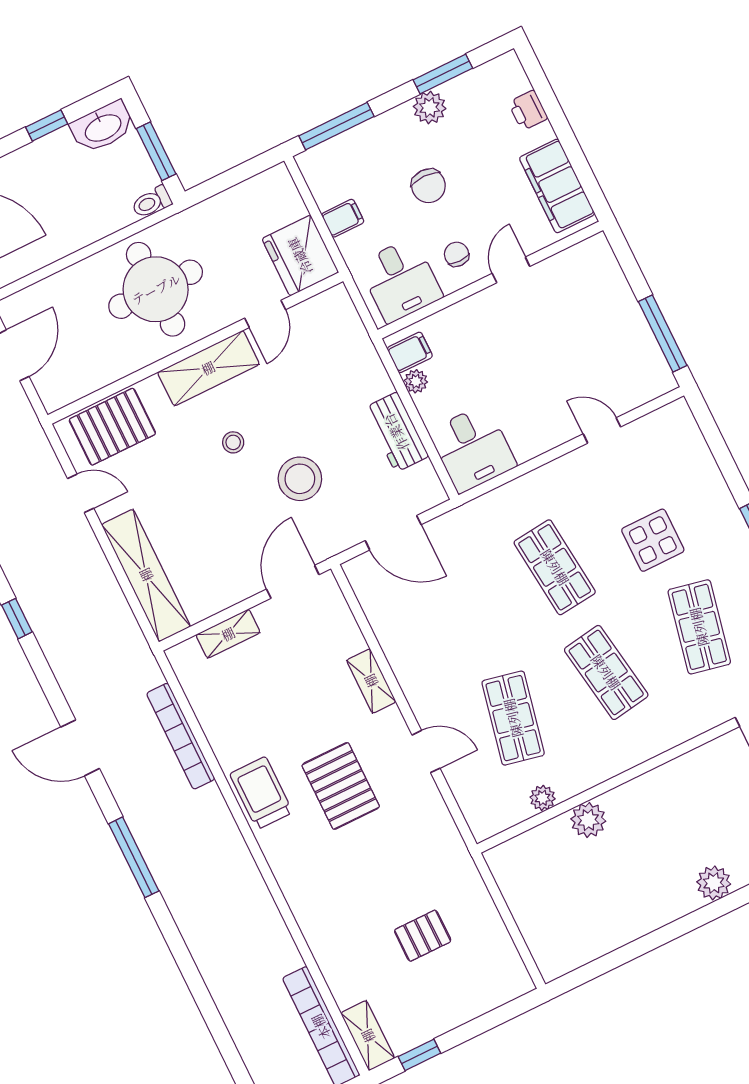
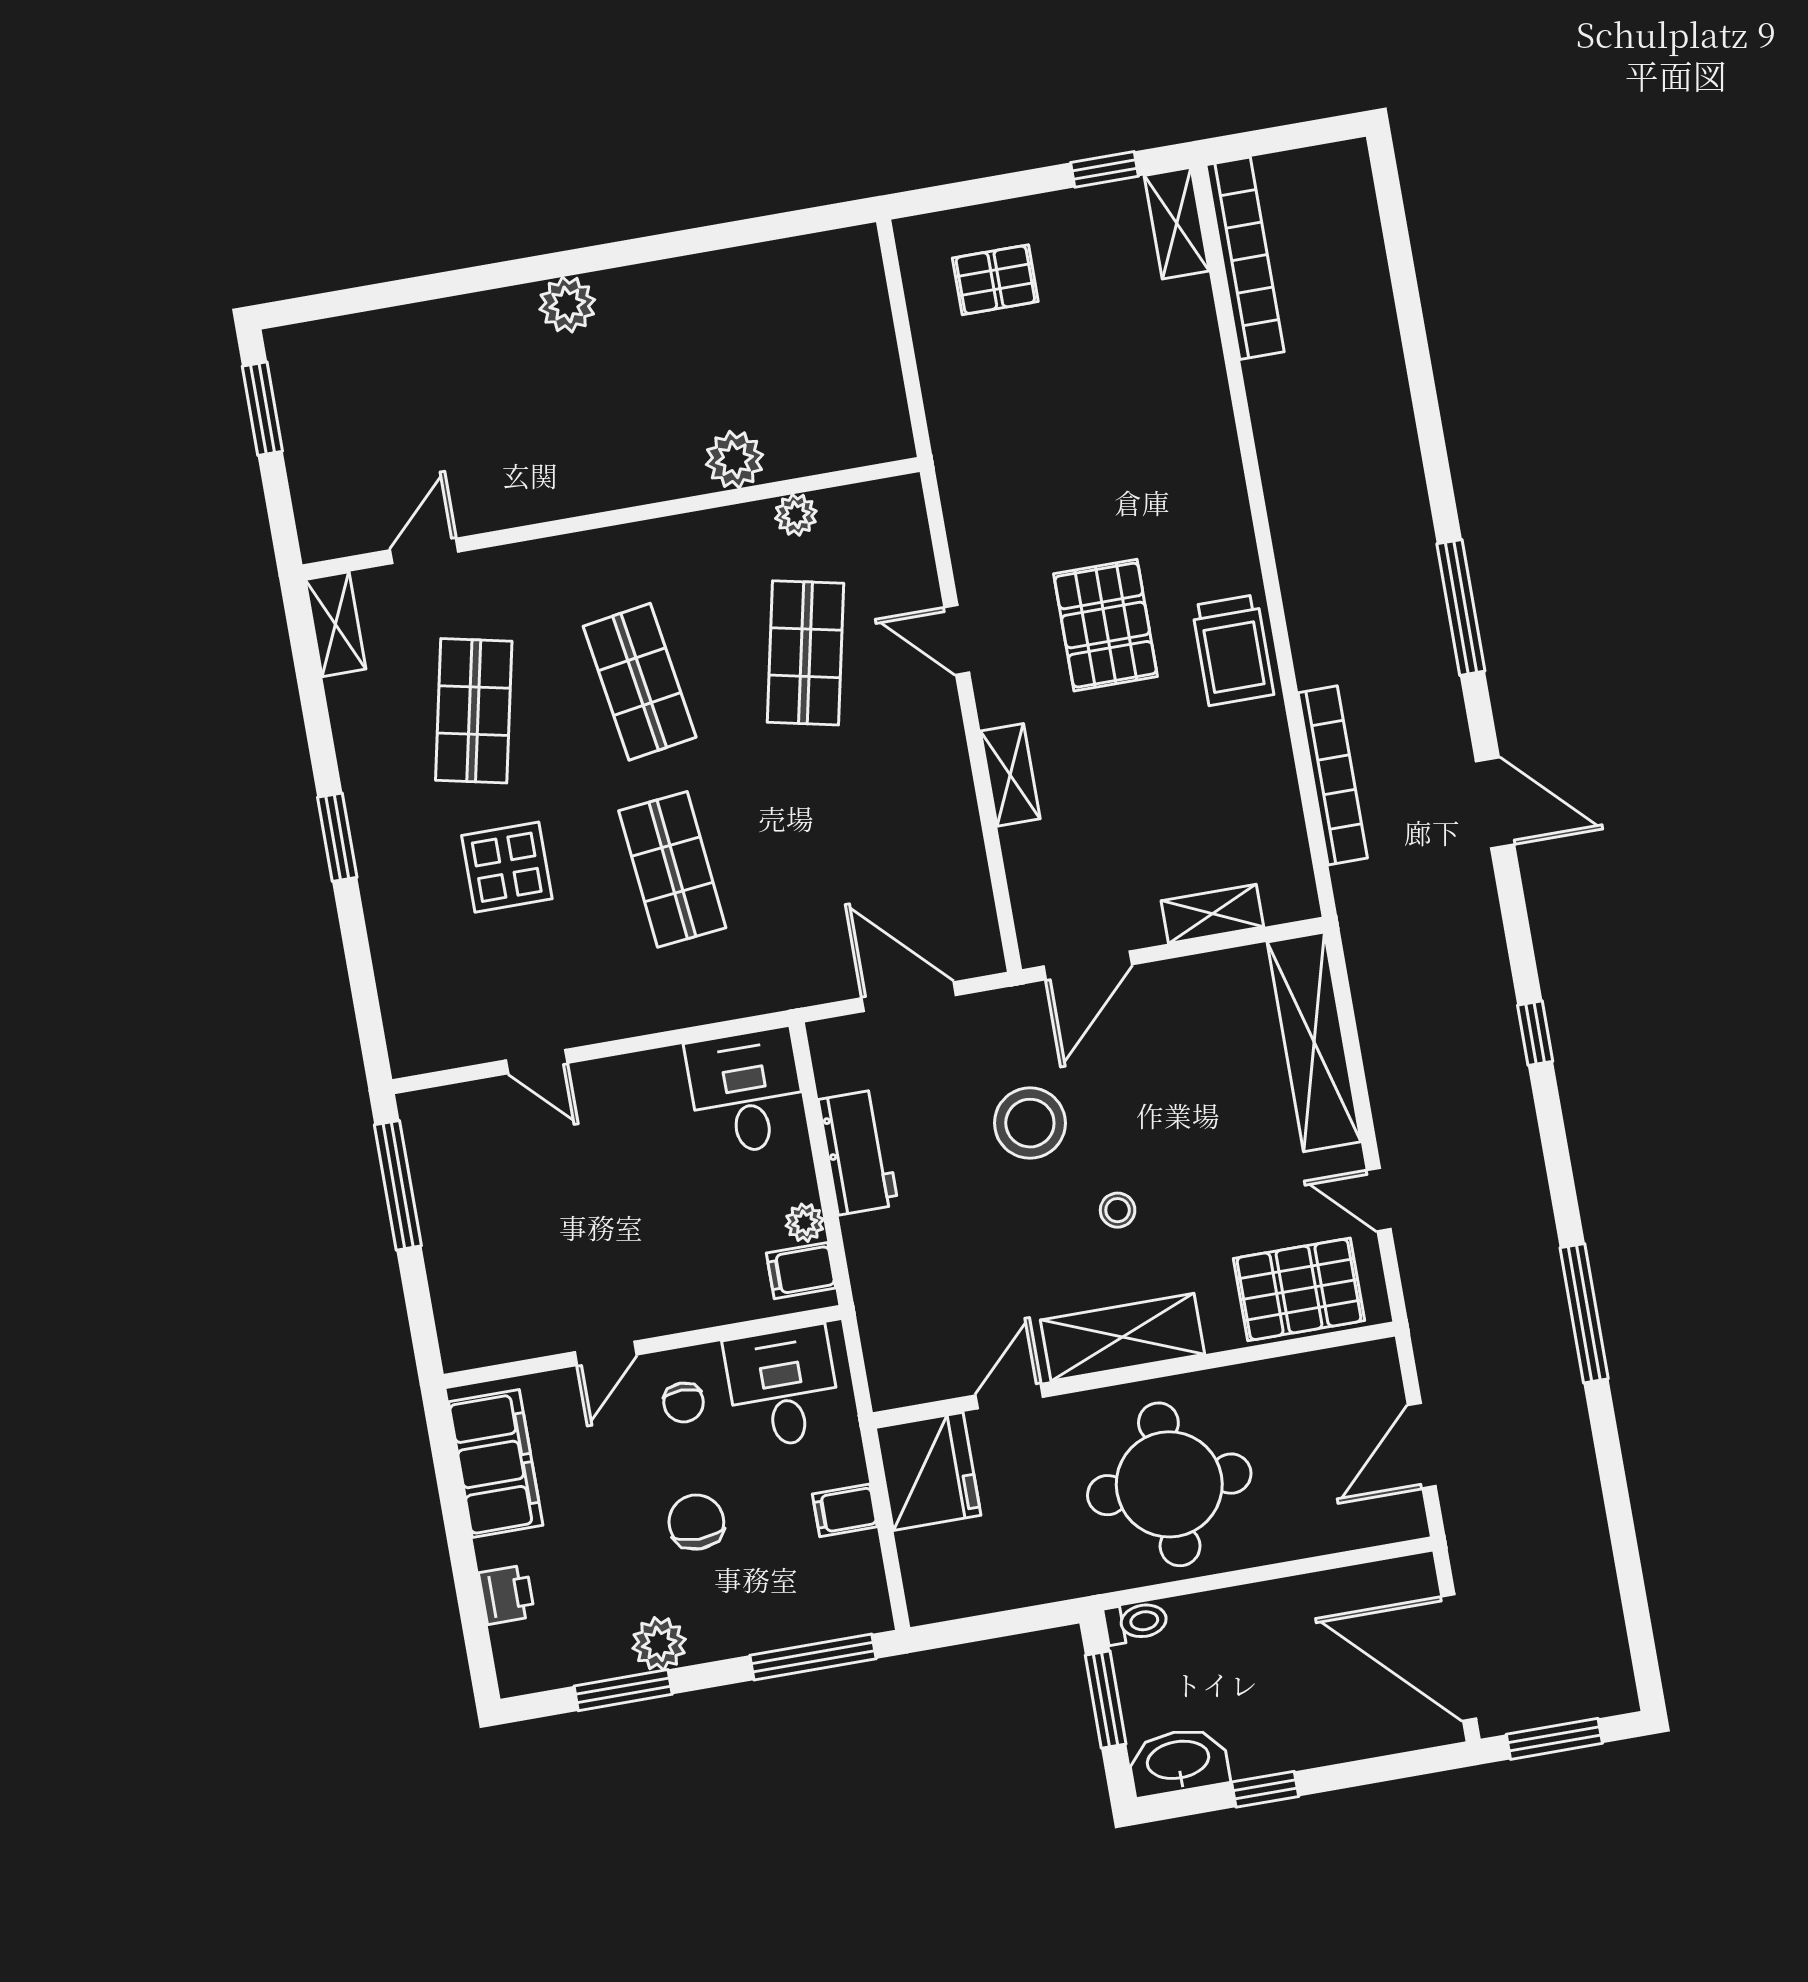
pallet: (423, 936) -> (995, 280), moved

